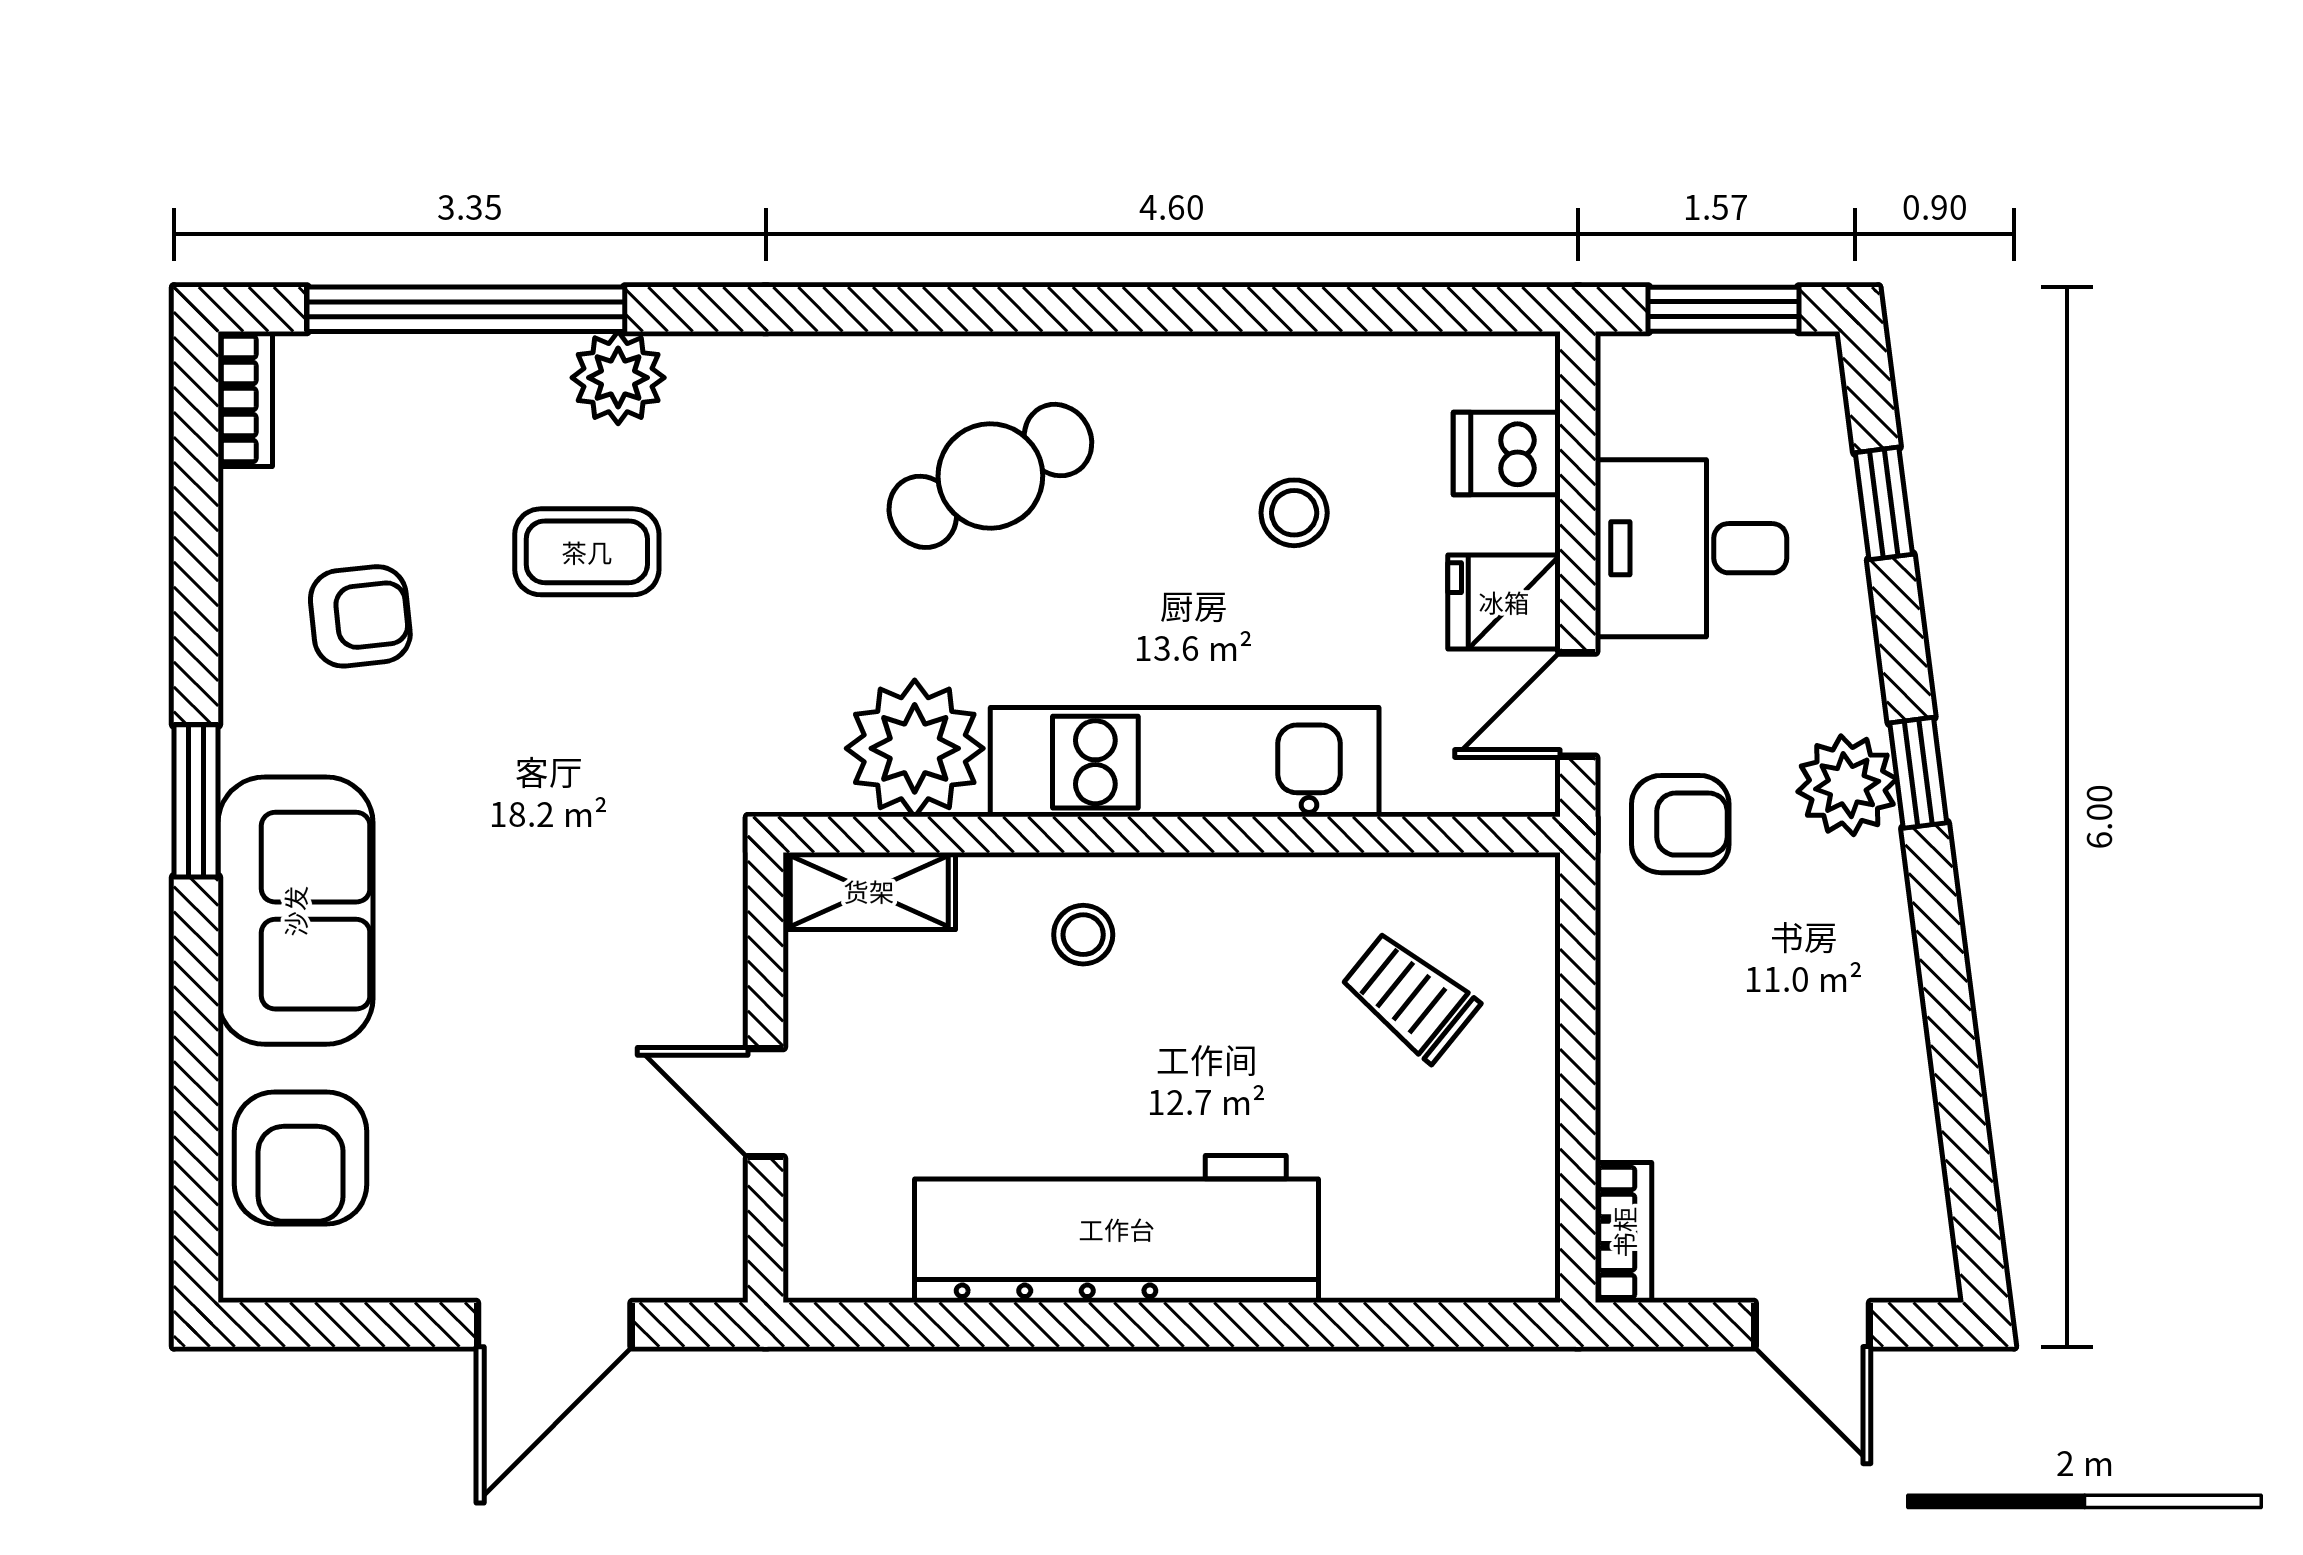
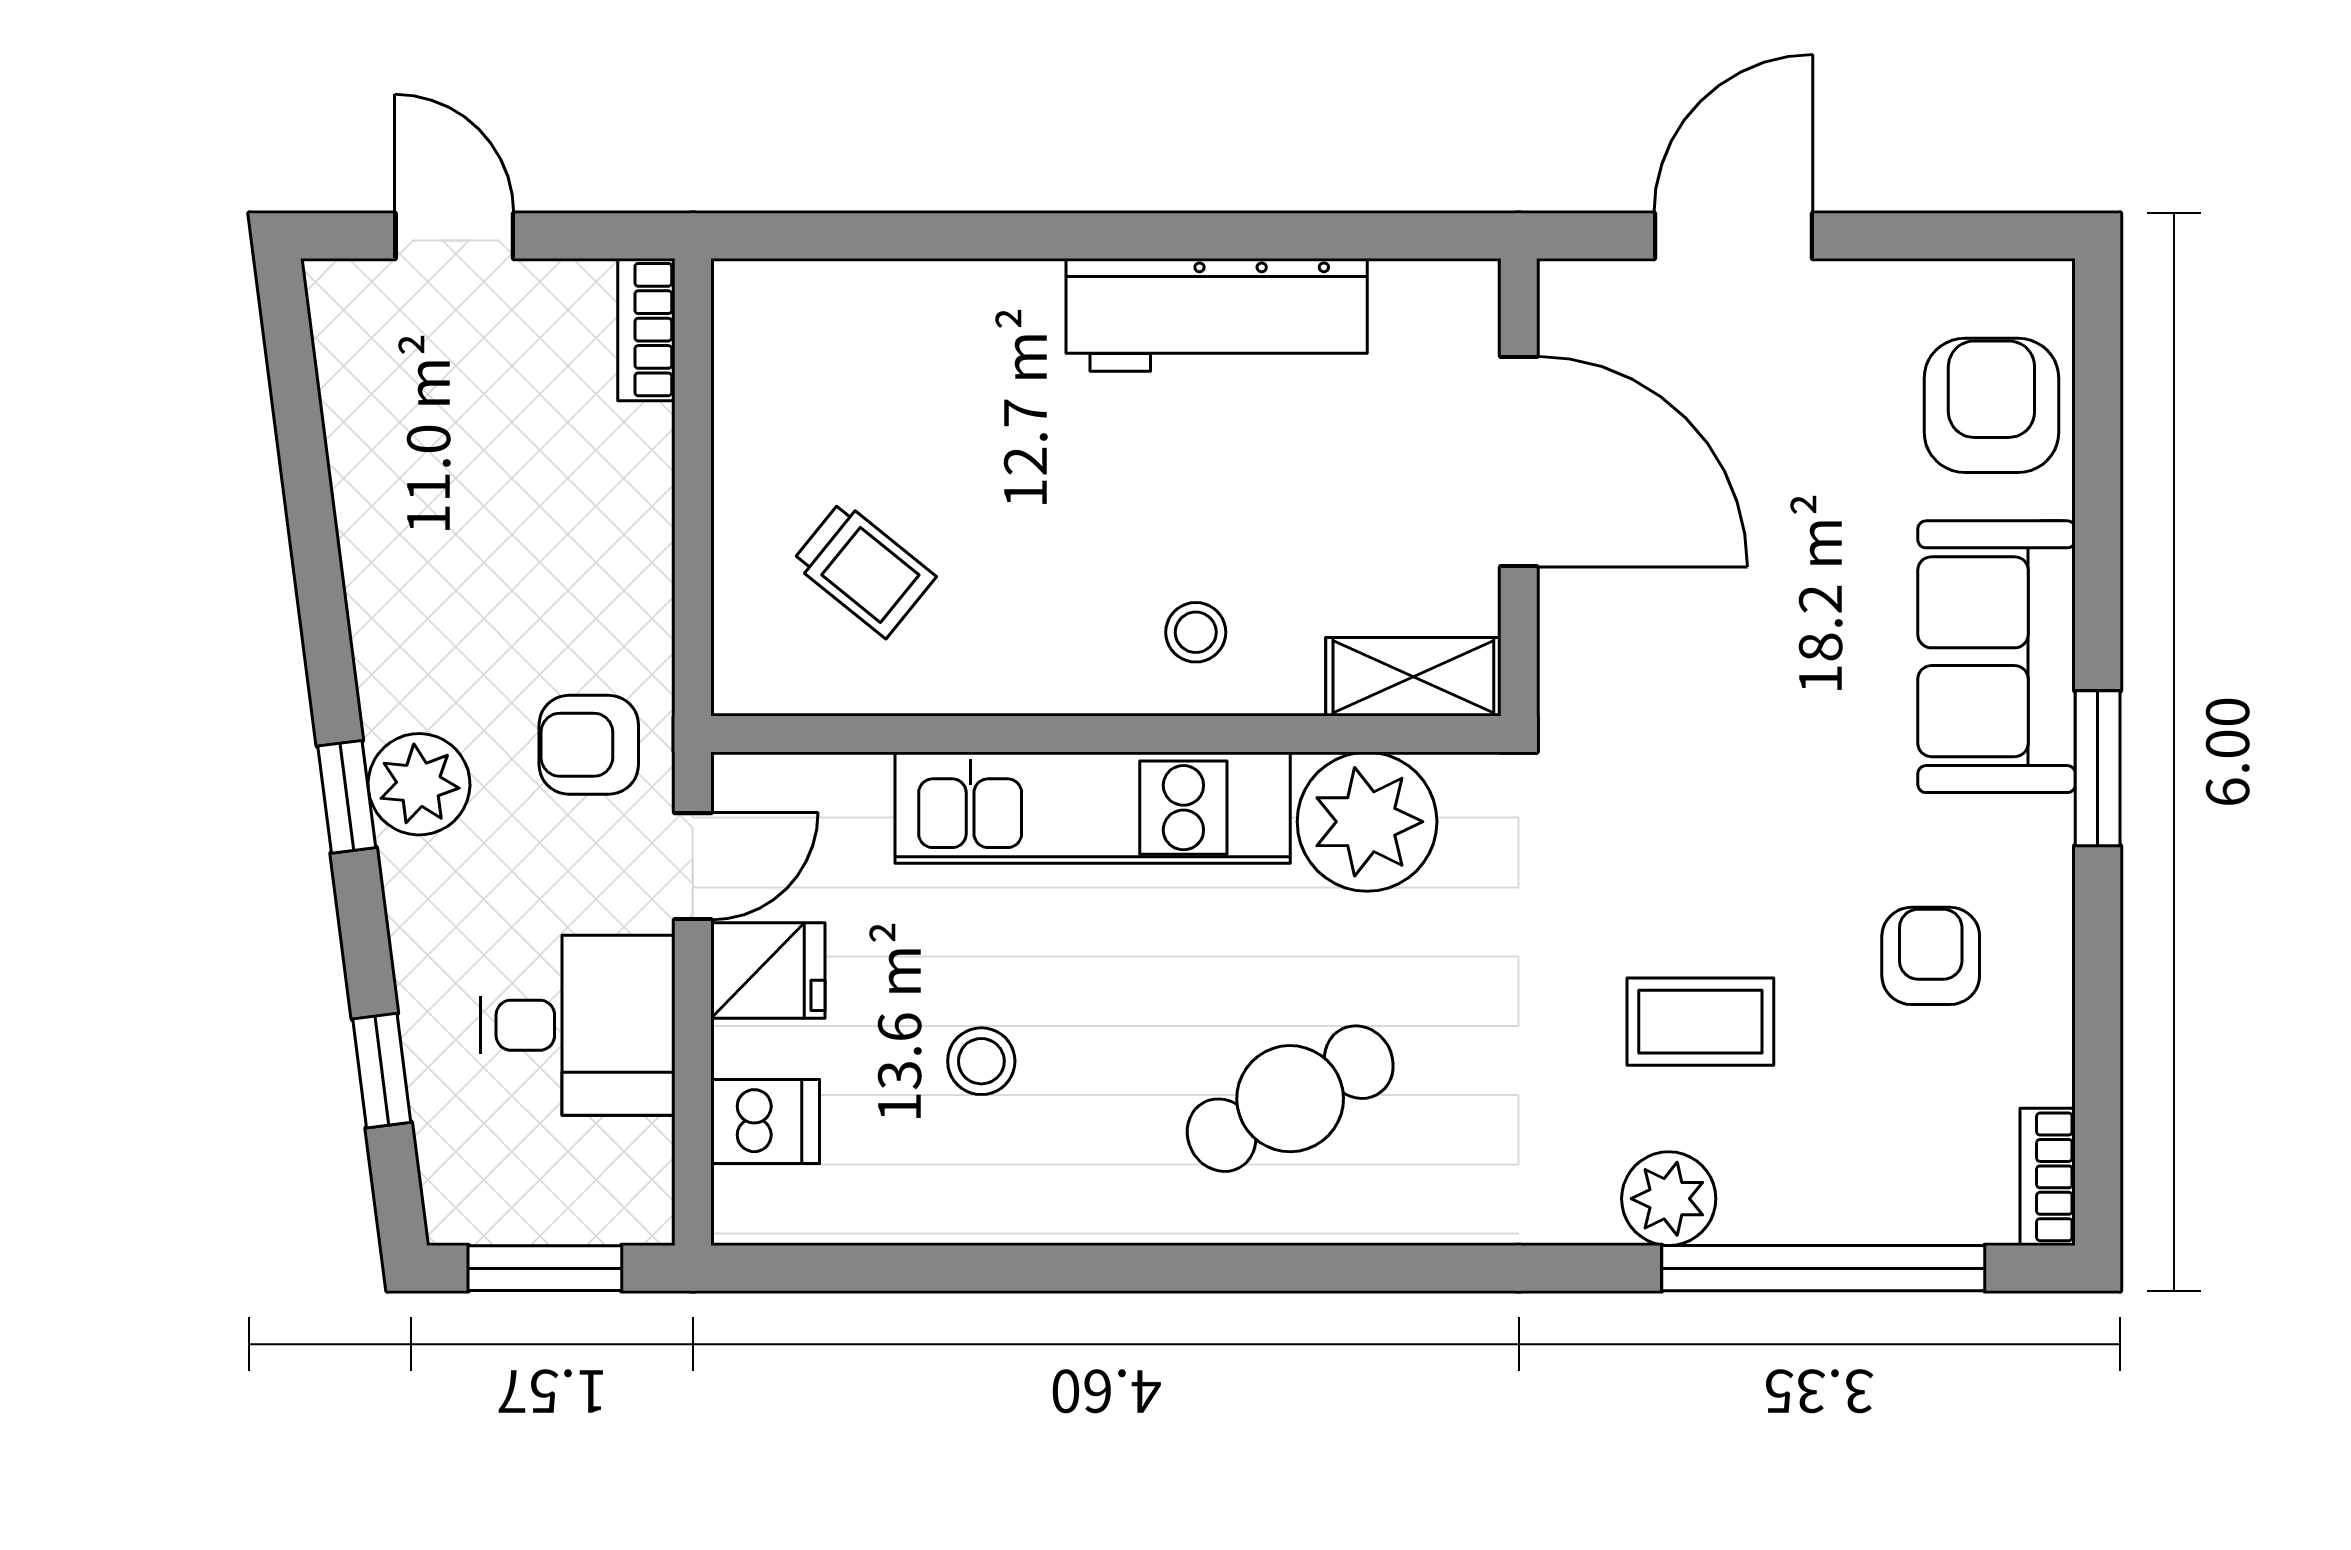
armchair: (360, 616) -> (1931, 956), turned 96
door: (766, 1103) -> (1519, 461), width x1.88
workbench: (1117, 1229) -> (1217, 315), width x0.73, depth x0.76

